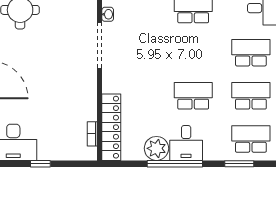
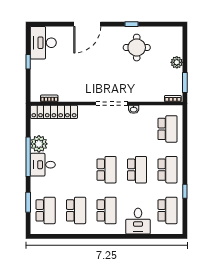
school desk: (193, 96) -> (107, 170), moved

